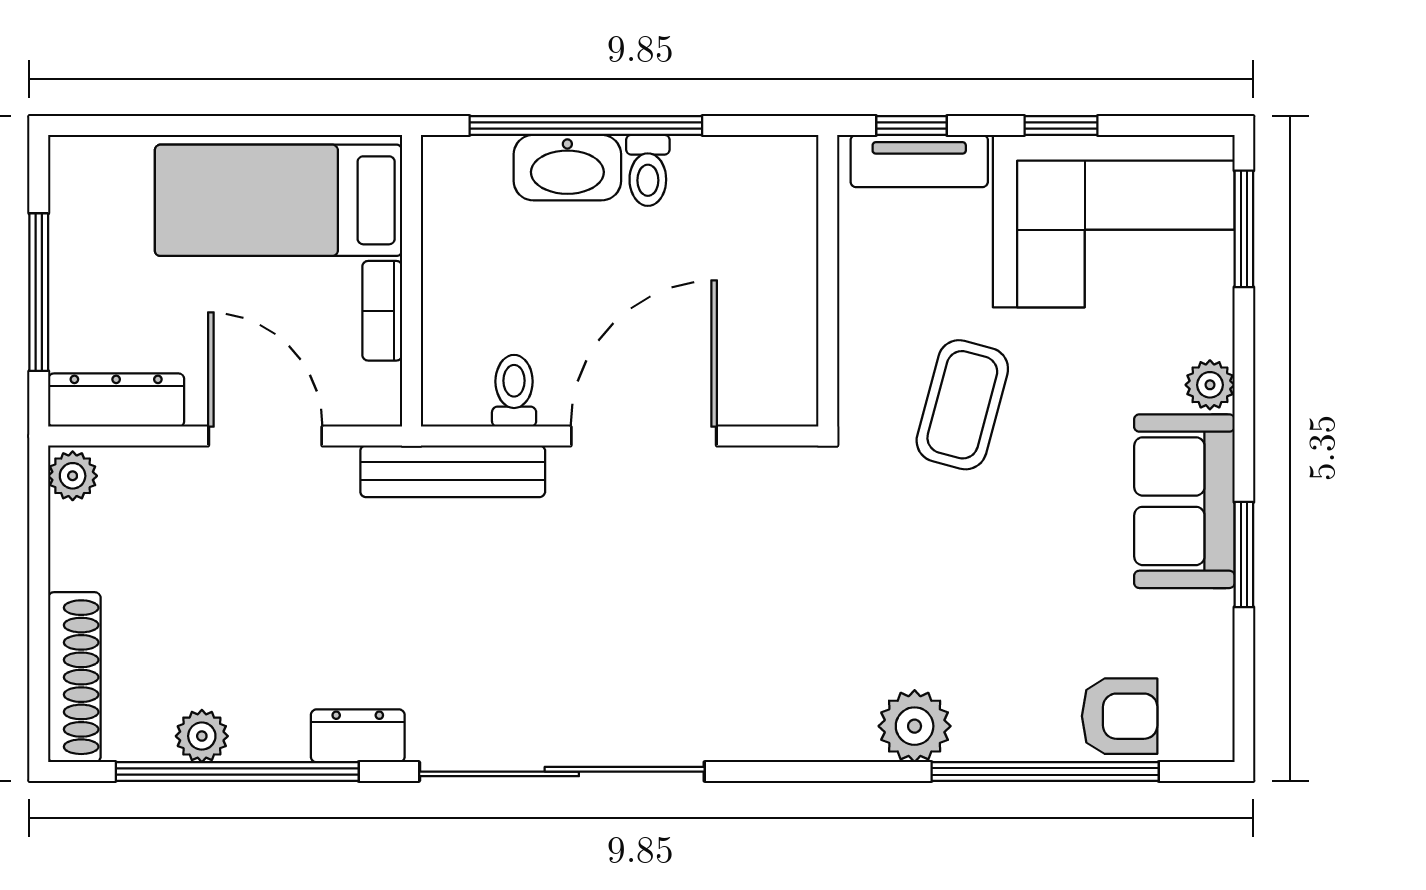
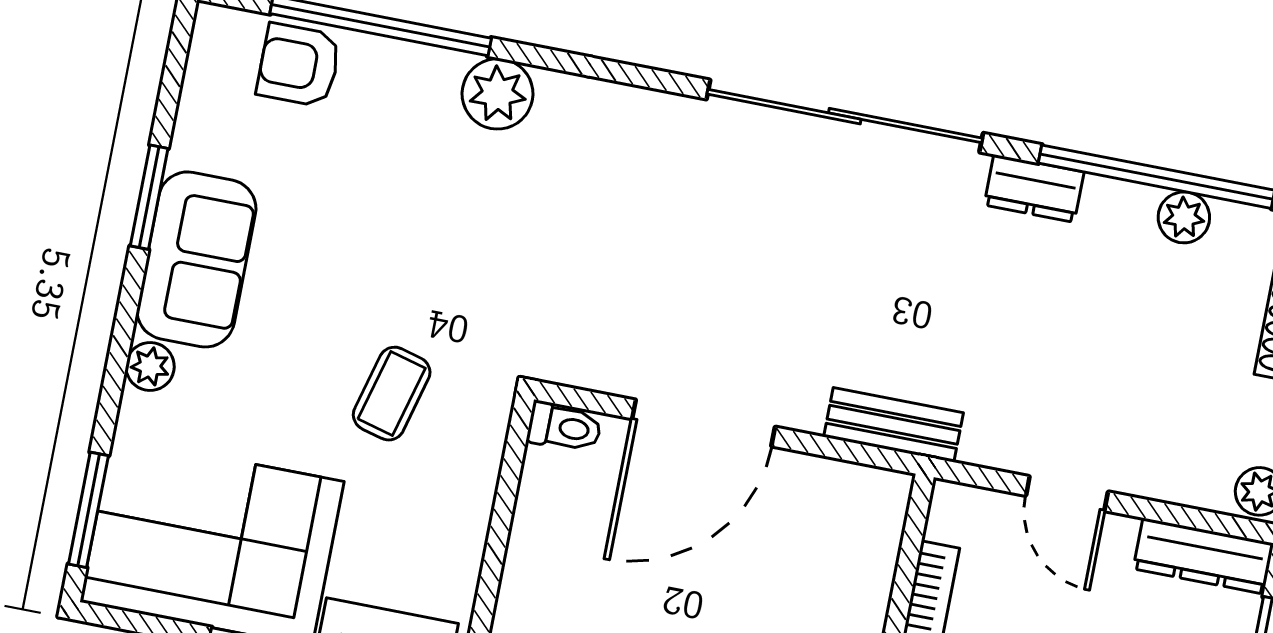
toilet: (514, 391) -> (564, 427), moved, turned -90
coffee table: (962, 405) -> (392, 394), width x0.73, depth x0.77
door: (265, 436) -> (1067, 494), width x0.73
bench: (453, 471) -> (894, 425), width x0.73

